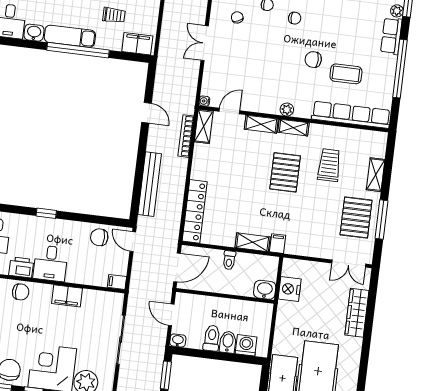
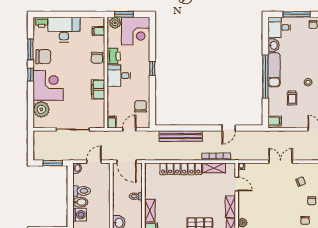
filing cabinet: (137, 44) -> (275, 121), width x0.50
shelving: (204, 126) -> (214, 168), moved
locker: (195, 211) -> (181, 169), moved
door: (133, 242) -> (129, 129), moved

